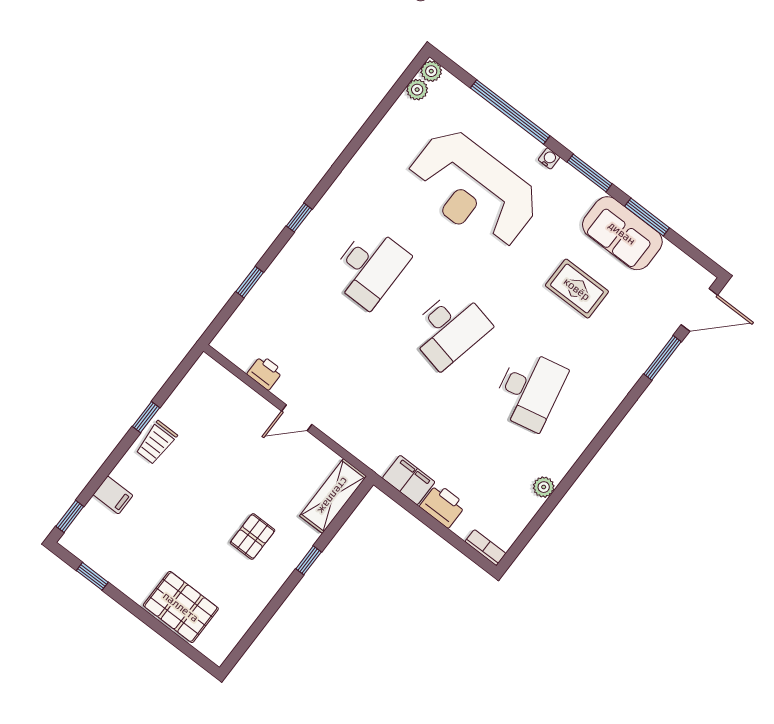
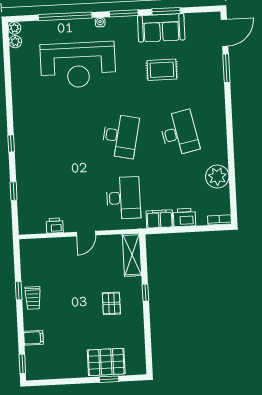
desk: (369, 267) -> (123, 198), moved
plant: (544, 487) -> (217, 177), width x1.88, depth x1.88
window: (92, 576) -> (109, 379), moved

